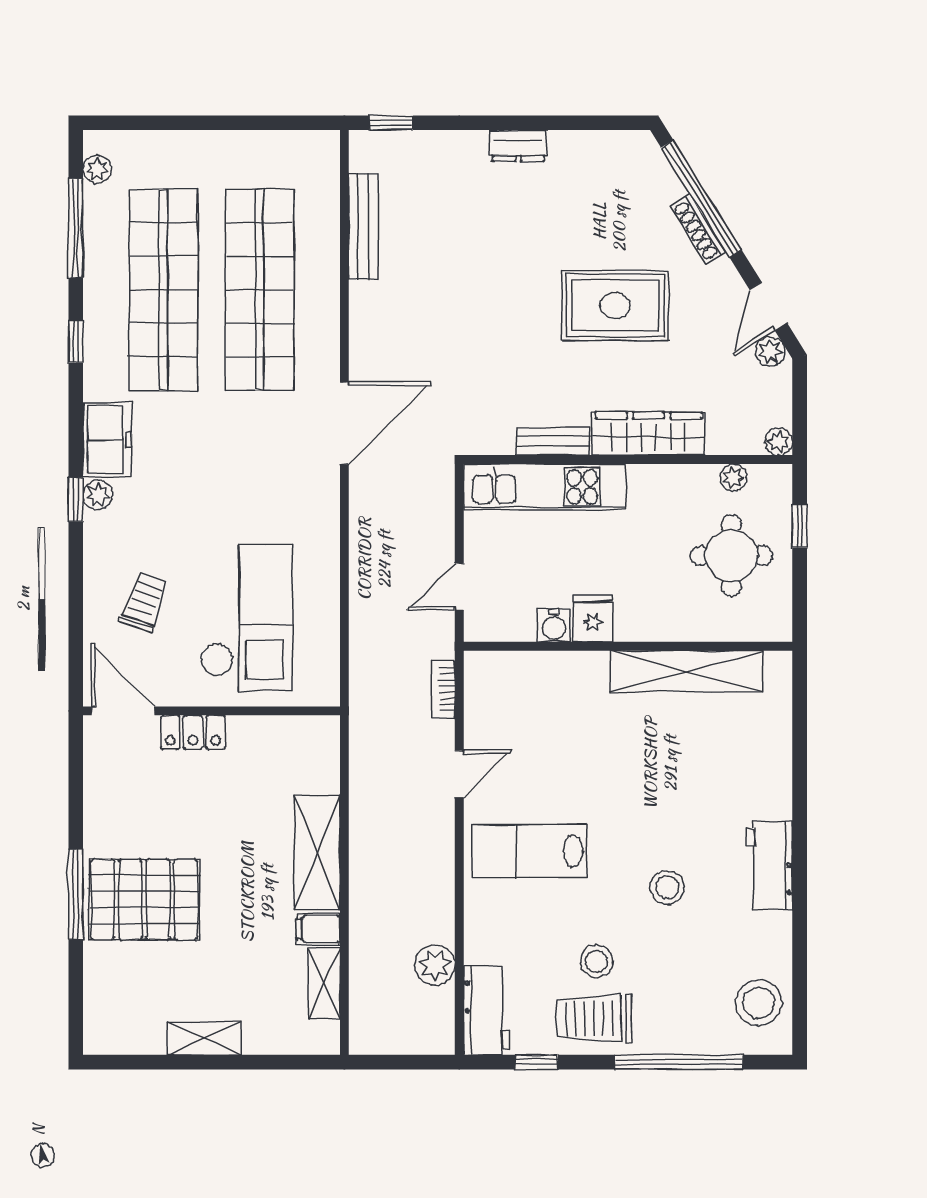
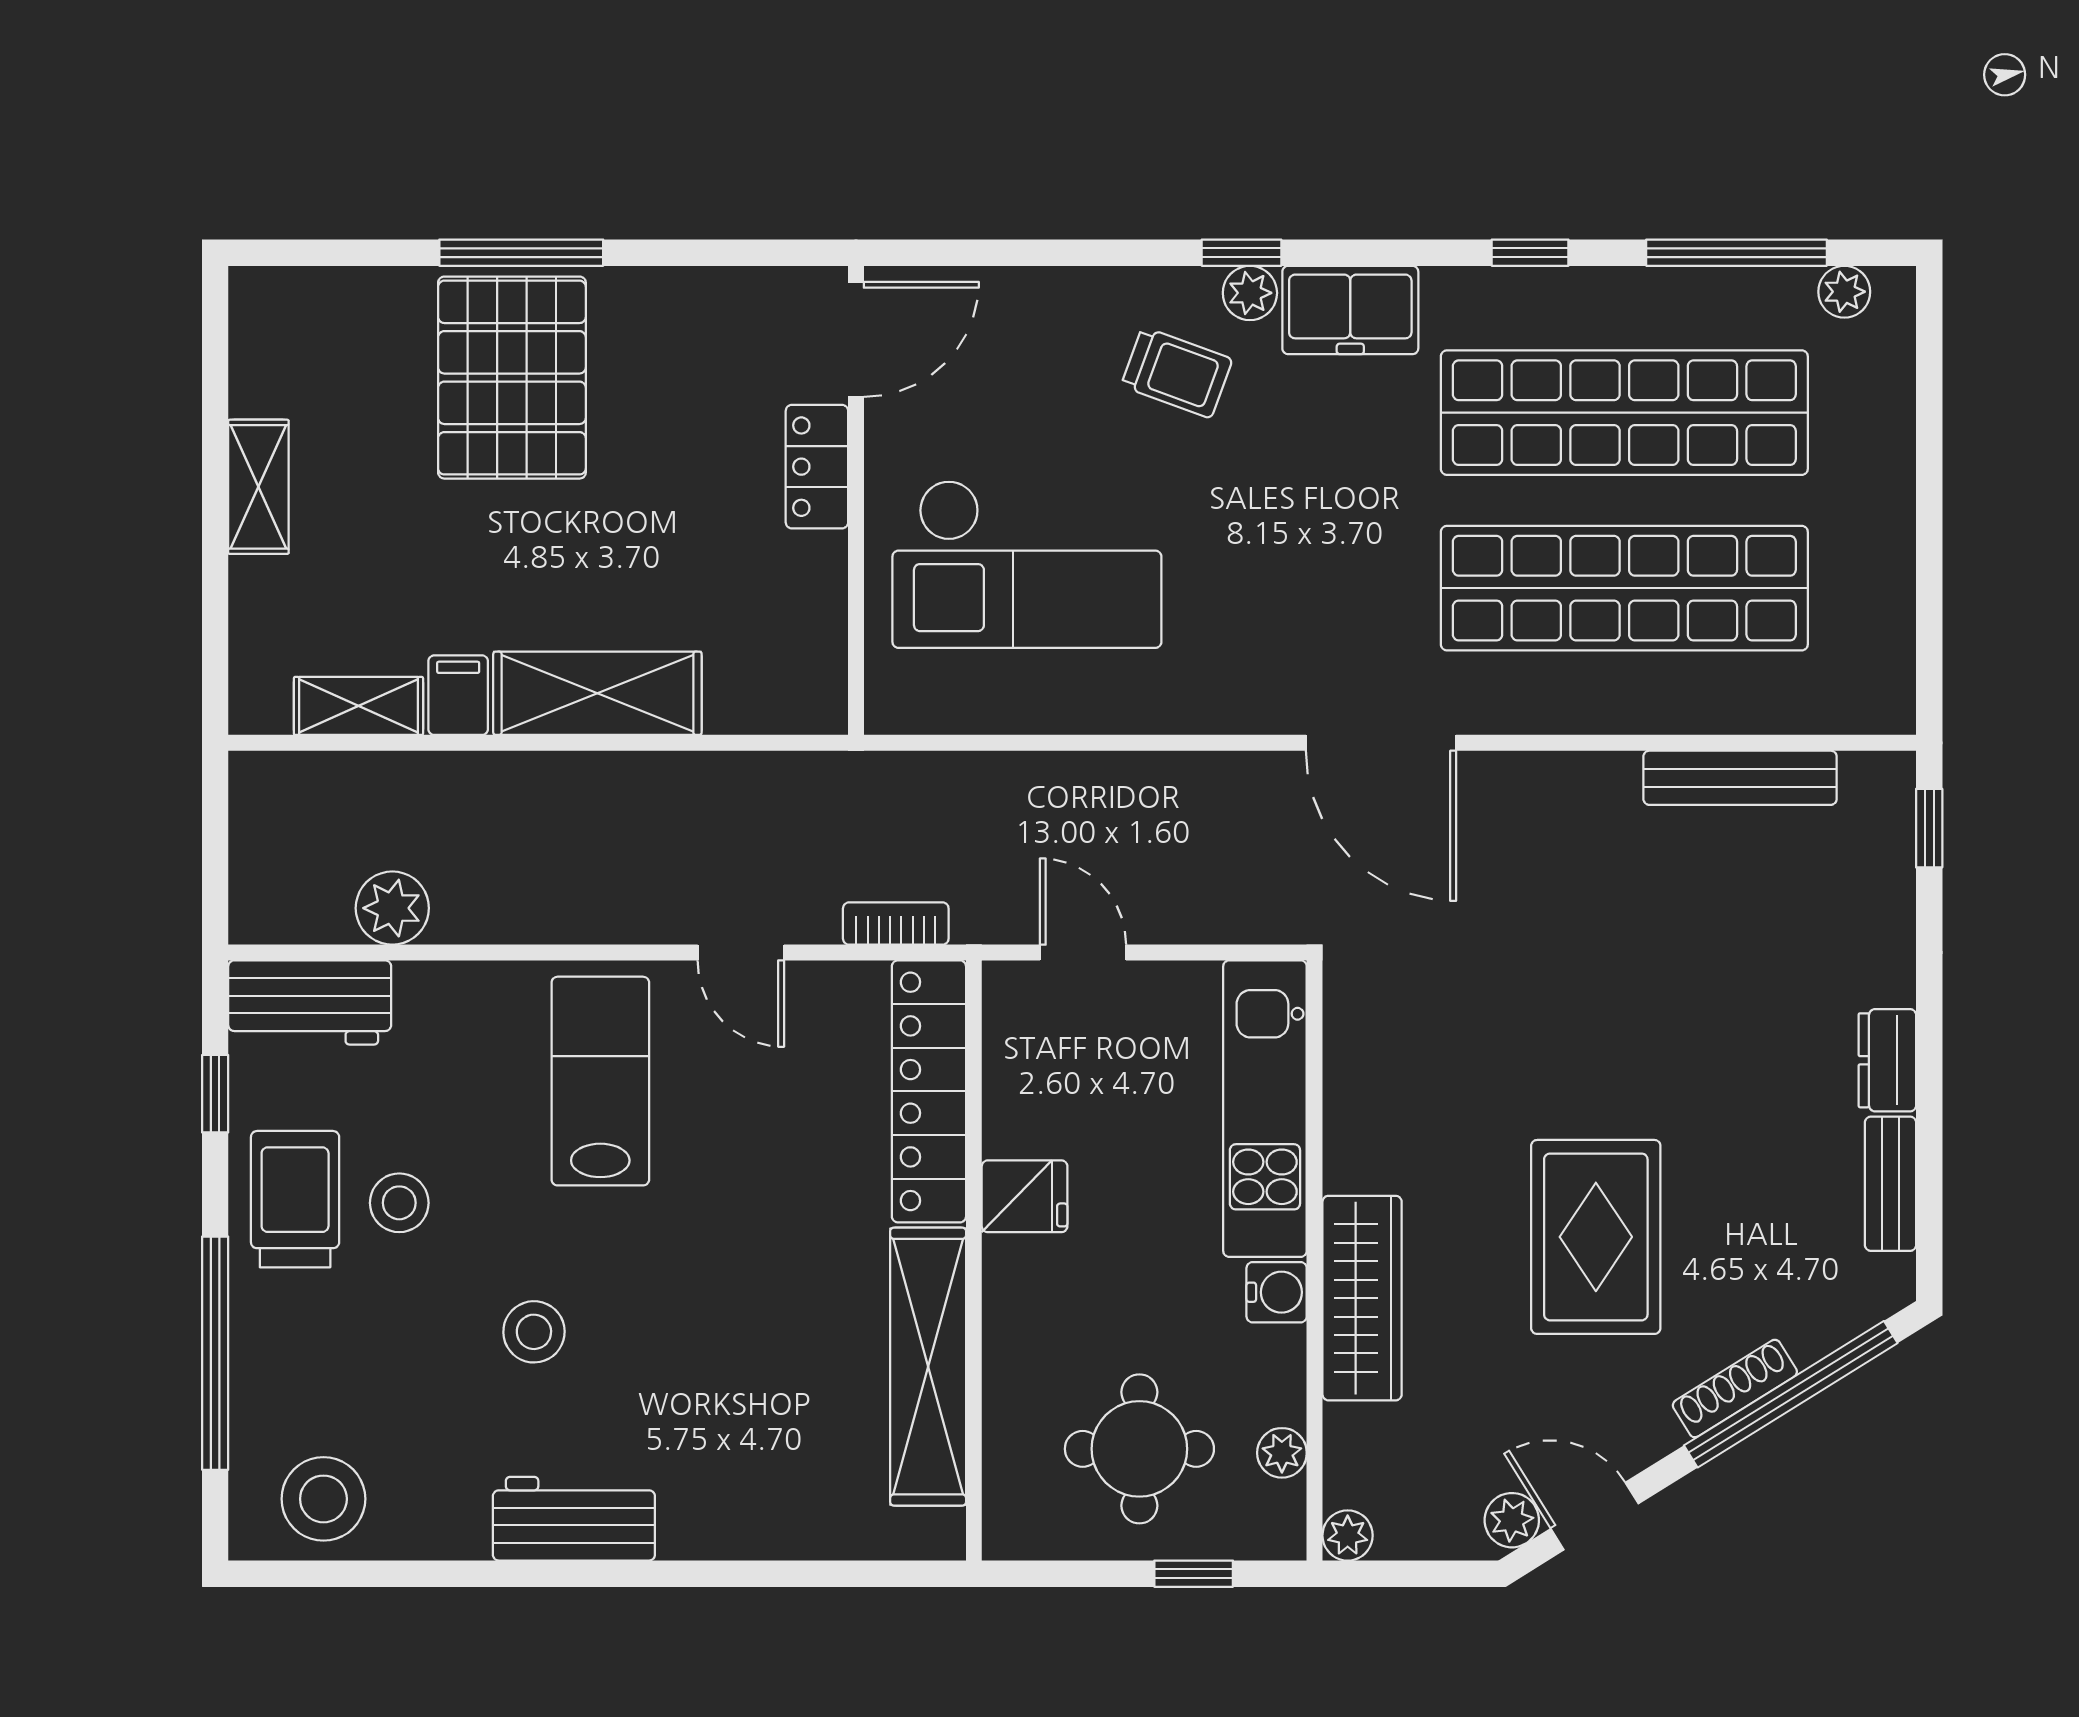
bench: (553, 441) -> (1890, 1184), moved
trolley: (144, 602) -> (1177, 373), moved
water cooler: (554, 625) -> (1277, 1292), moved, turned 180
locker: (535, 671) -> (929, 1091), added

